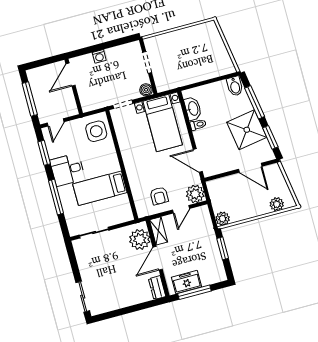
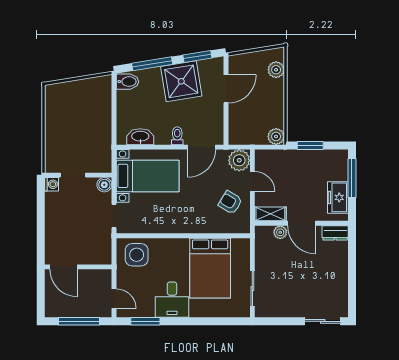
washing machine: (99, 56) -> (52, 184), moved
toilet: (198, 125) -> (177, 136), moved
bed: (100, 188) -> (210, 268), width x1.50
armchair: (159, 196) -> (230, 202), turned -149
window: (56, 197) -> (200, 321), removed
plant: (140, 239) -> (280, 232), width x0.53, depth x0.53
window: (194, 292) -> (352, 178), moved

